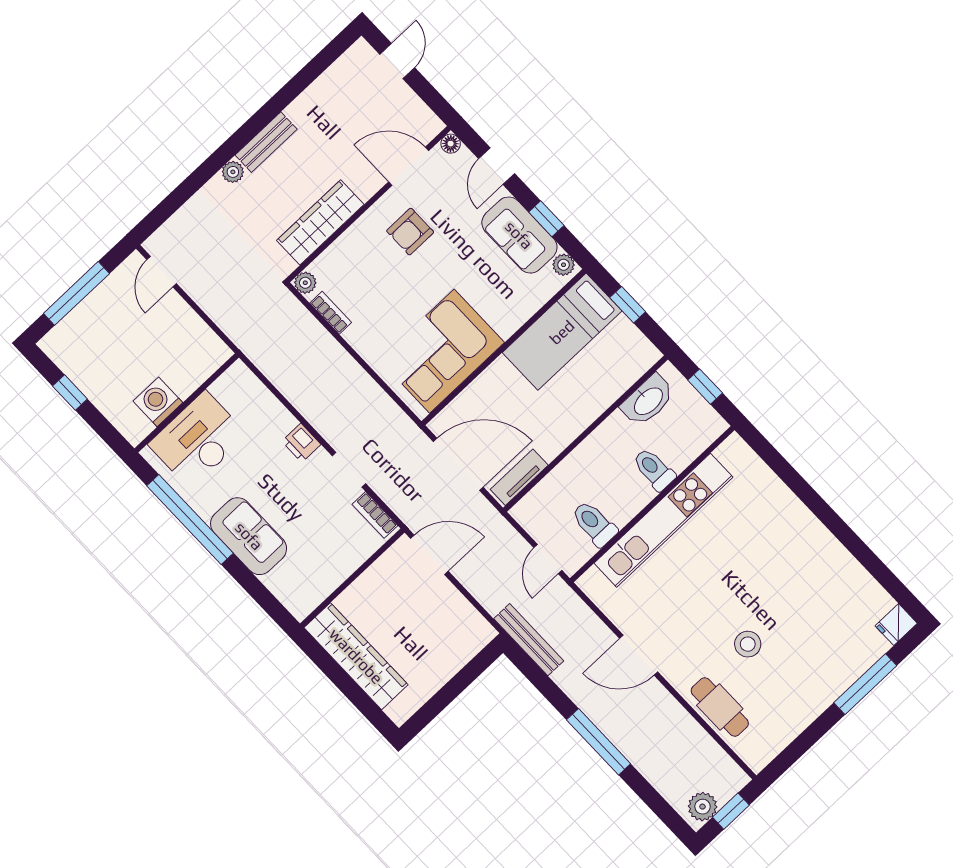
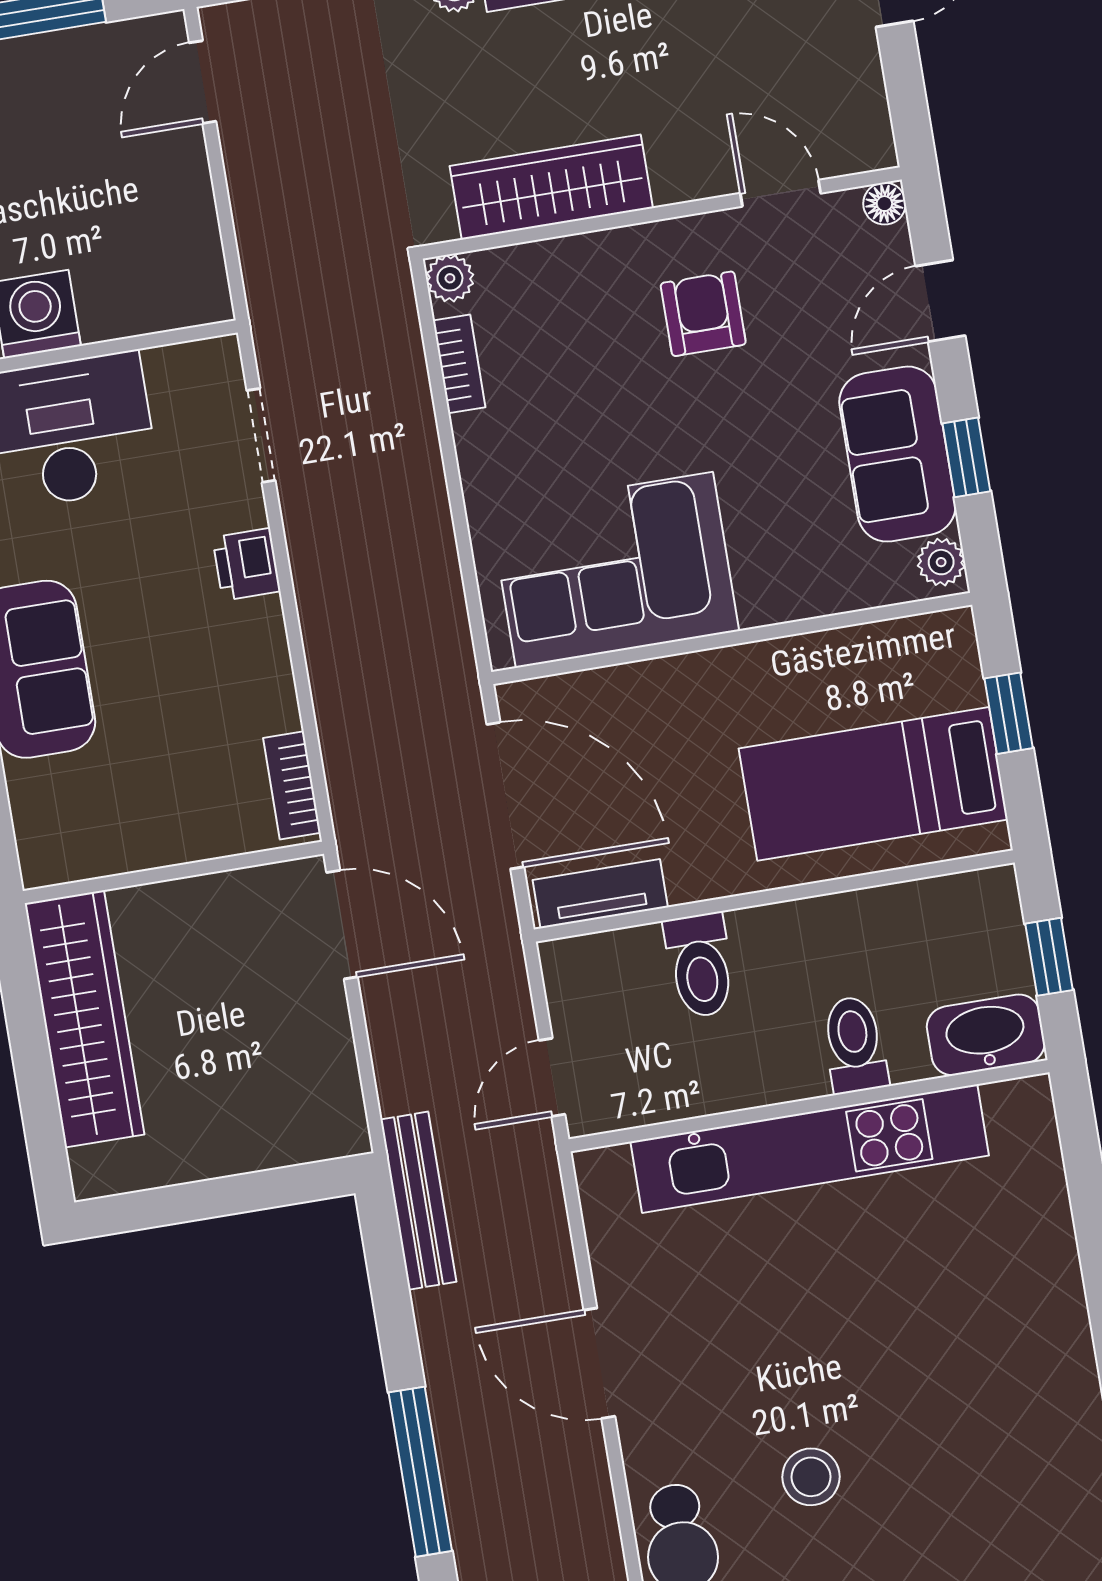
door: (409, 166) -> (780, 193), width x0.73
armchair: (410, 232) -> (703, 314), turned 90
bed: (562, 332) -> (873, 784), moved
washbasin: (648, 401) -> (986, 1035), moved, turned 180
doorway: (349, 470) -> (261, 435), moved
toilet: (594, 524) -> (700, 965), moved, turned 180

